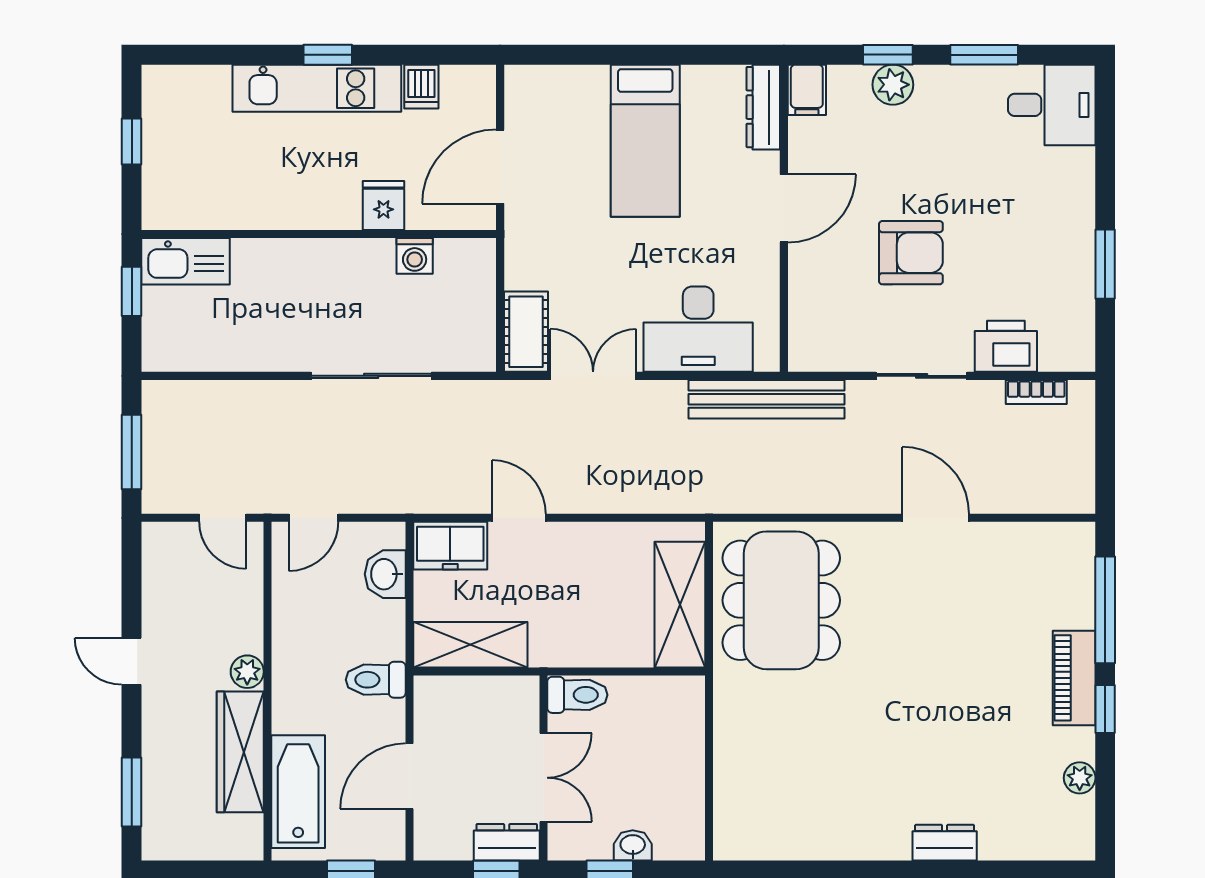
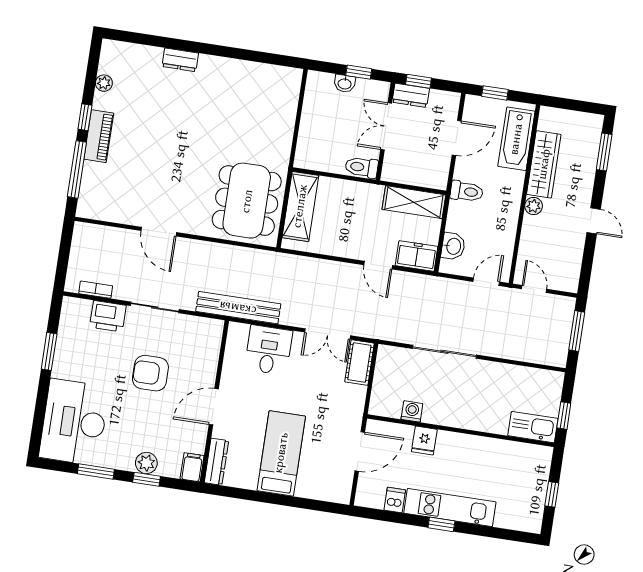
desk: (1052, 105) -> (74, 422), width x1.87, depth x1.30
desk: (698, 329) -> (269, 350), width x0.73

